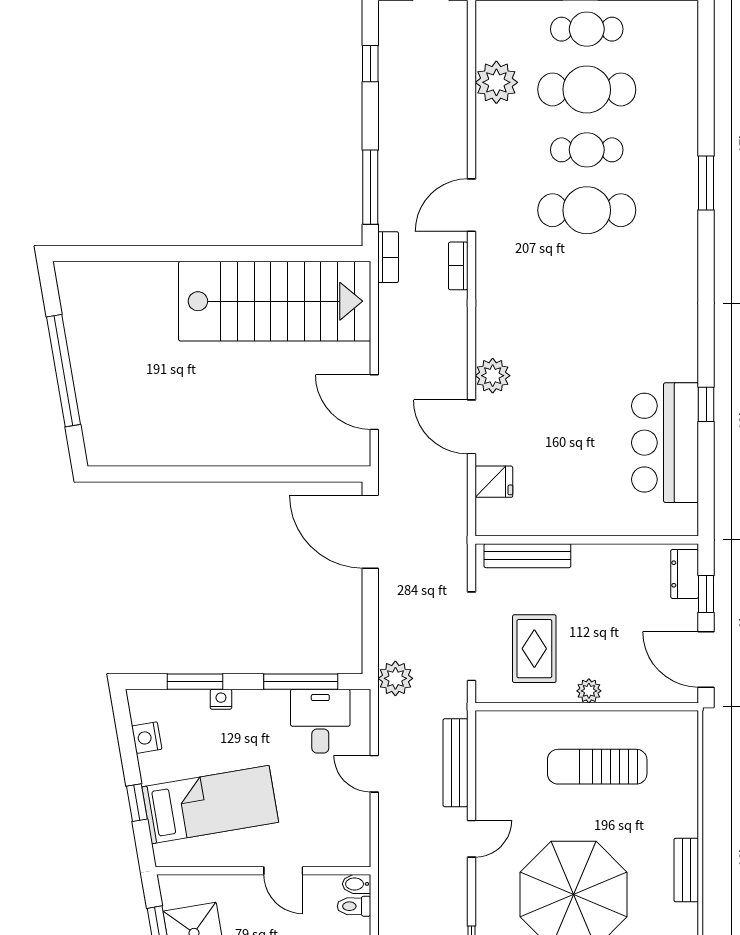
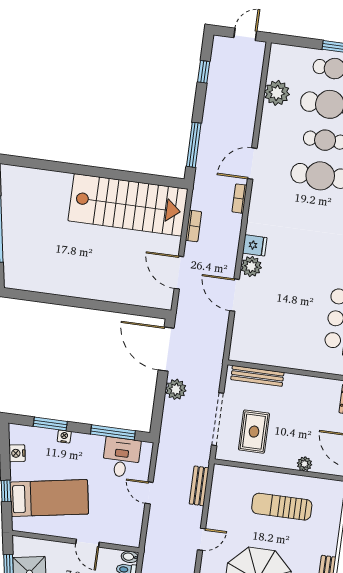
bookcase: (388, 257) -> (194, 226), moved
fridge: (494, 482) -> (255, 245), moved
plant: (395, 678) -> (176, 389), moved
plant: (589, 691) -> (304, 464), moved
bench: (455, 763) -> (199, 486), width x0.73

